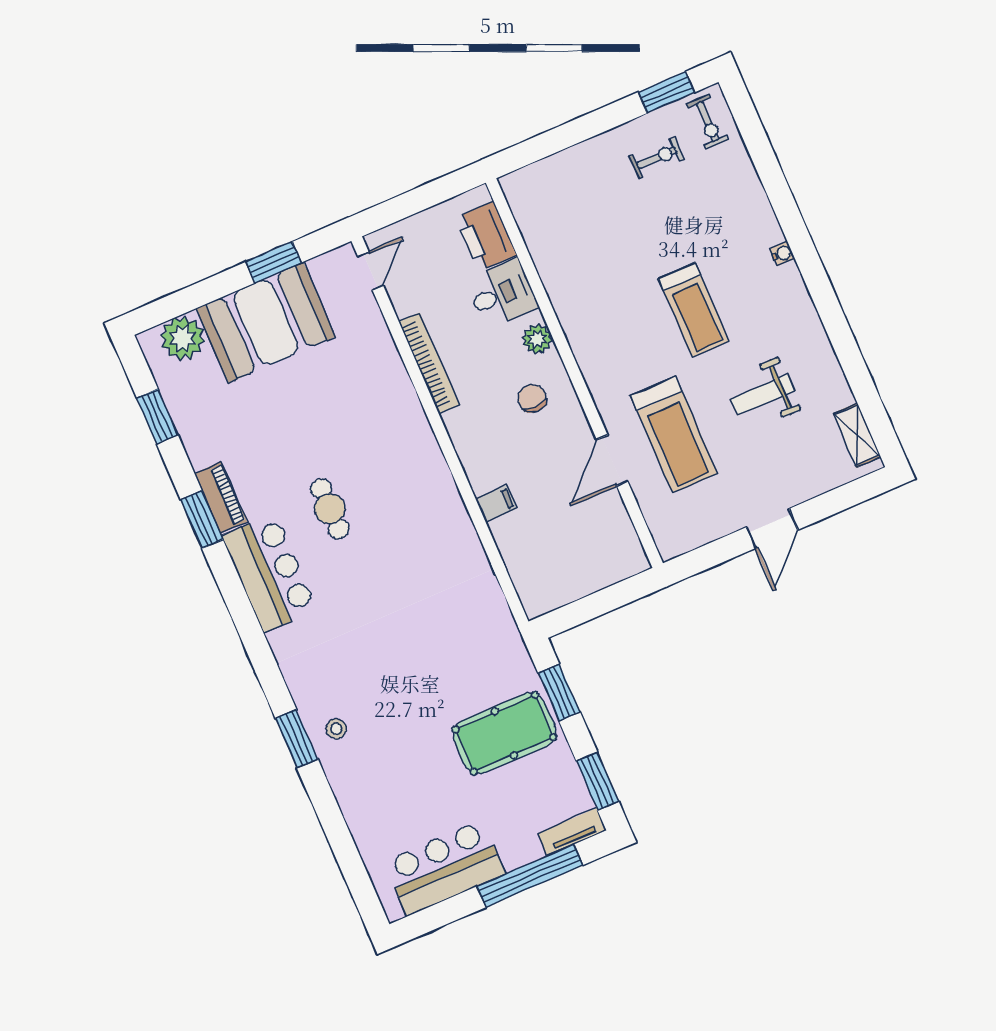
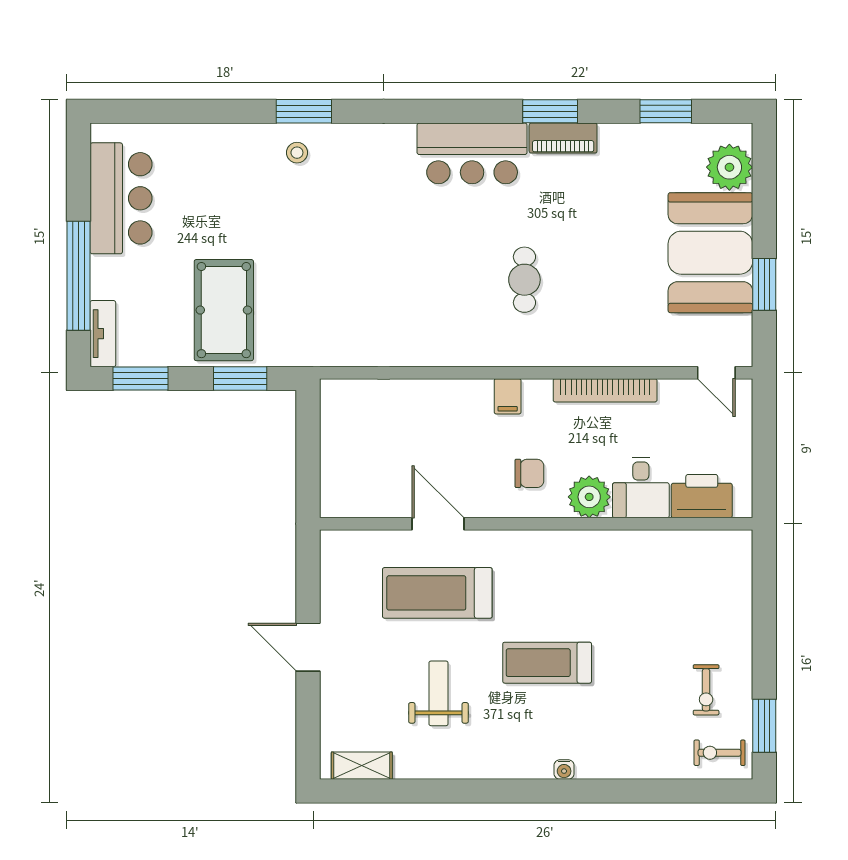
plant: (537, 339) -> (589, 497), width x1.36, depth x1.36
filing cabinet: (496, 503) -> (508, 396), moved
cafe table: (330, 509) -> (524, 280), moved, turned 90

